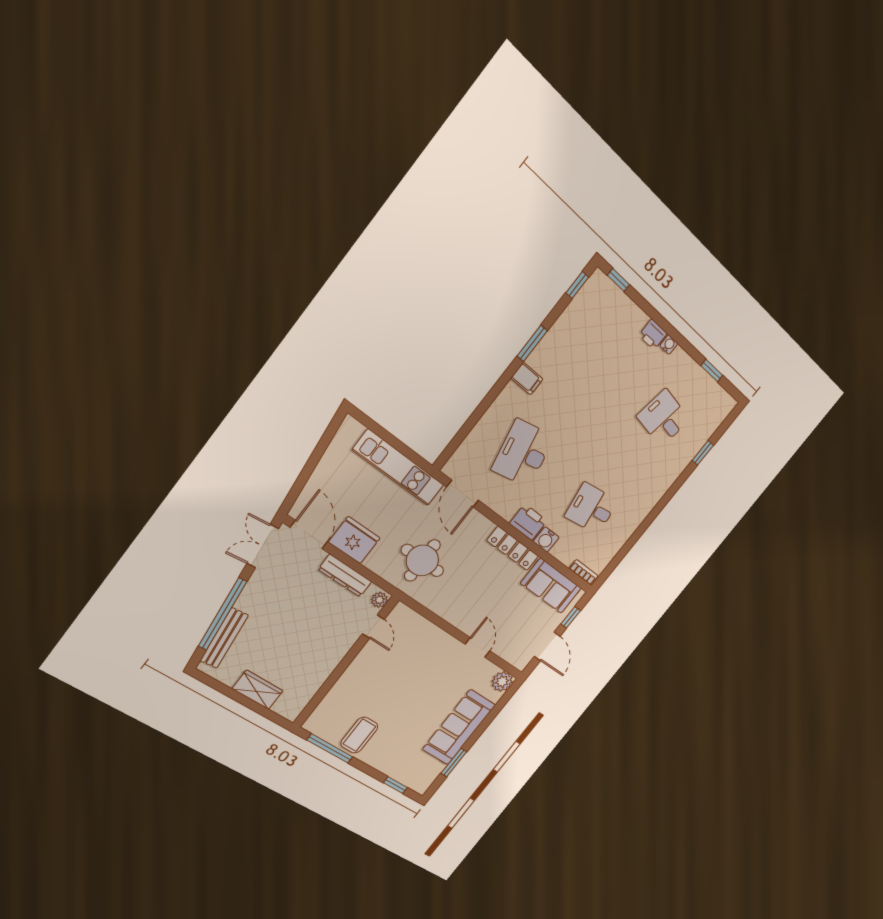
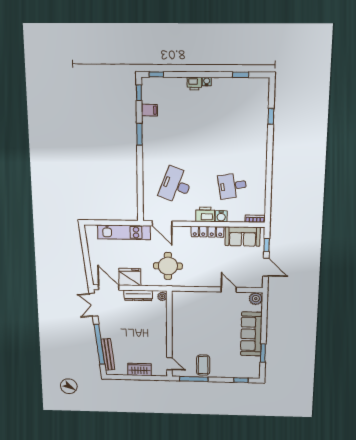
filing cabinet: (527, 379) -> (149, 110), moved
desk: (663, 418) -> (234, 116), removed
desk: (523, 453) -> (176, 185), turned 33
door: (373, 627) -> (169, 364), moved

